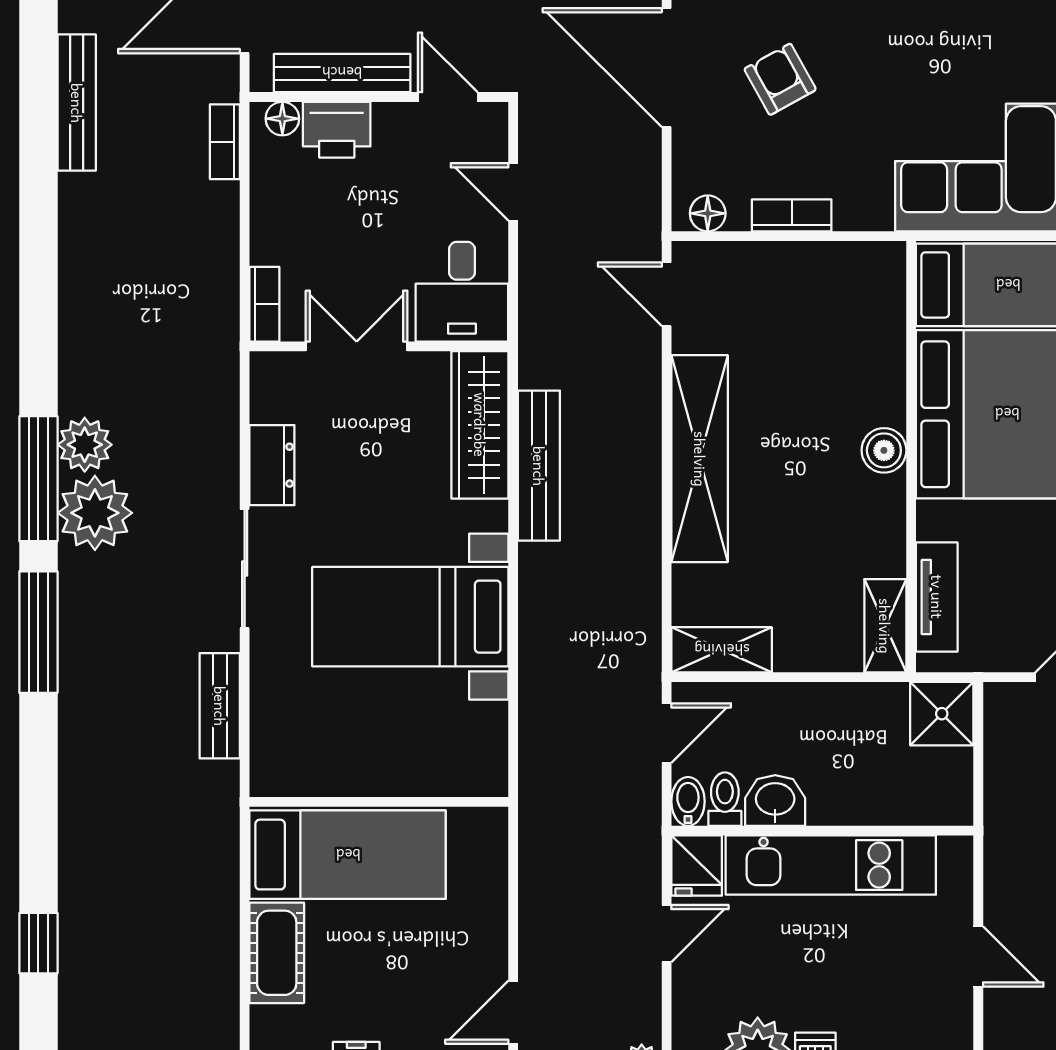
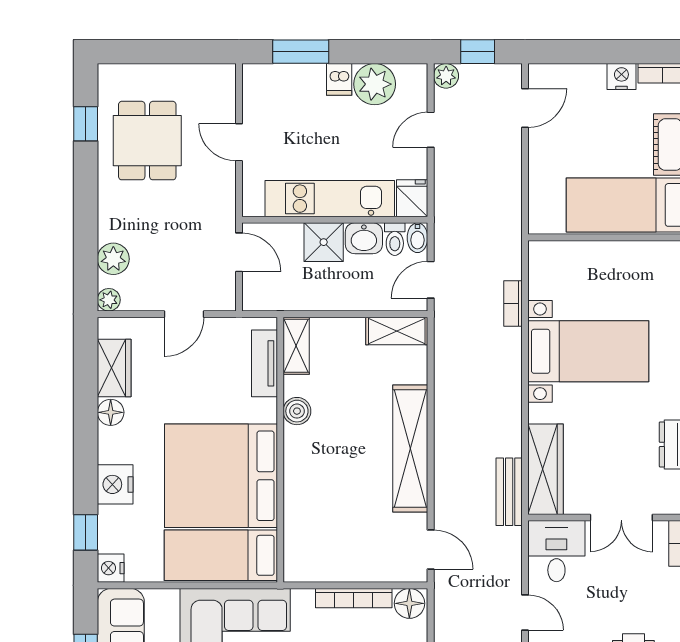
floor lamp: (708, 213) -> (409, 603), width x1.37, depth x1.37
bookcase: (792, 215) -> (354, 598), width x1.56
boiler: (884, 450) -> (297, 411), moved
bench: (539, 466) -> (509, 492), moved, width x0.73
bookcase: (533, 694) -> (513, 303), added
shower: (942, 714) -> (324, 242), moved
door: (978, 778) -> (239, 252), added
door: (667, 934) -> (431, 130), moved

